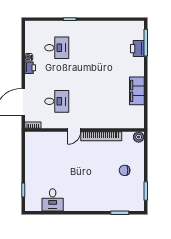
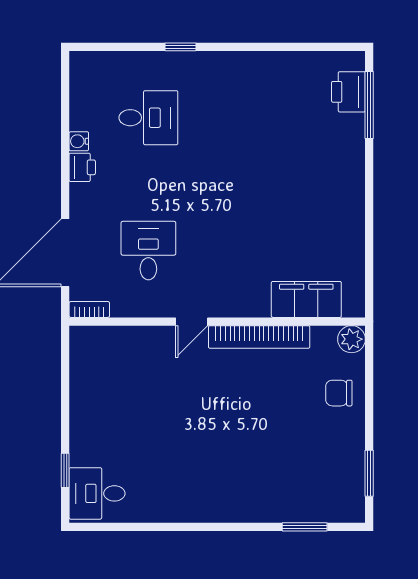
printer: (137, 49) -> (348, 92), moved
filing cabinet: (137, 91) -> (306, 299), moved, turned 90
desk: (57, 101) -> (148, 251), turned -90
chair: (125, 170) -> (339, 393), moved
desk: (53, 200) -> (97, 493), moved, turned 90

